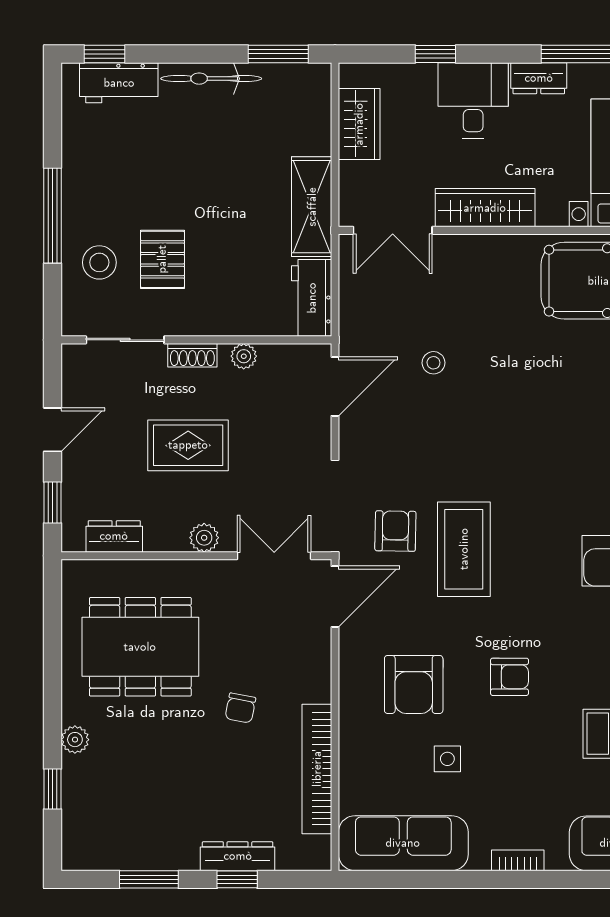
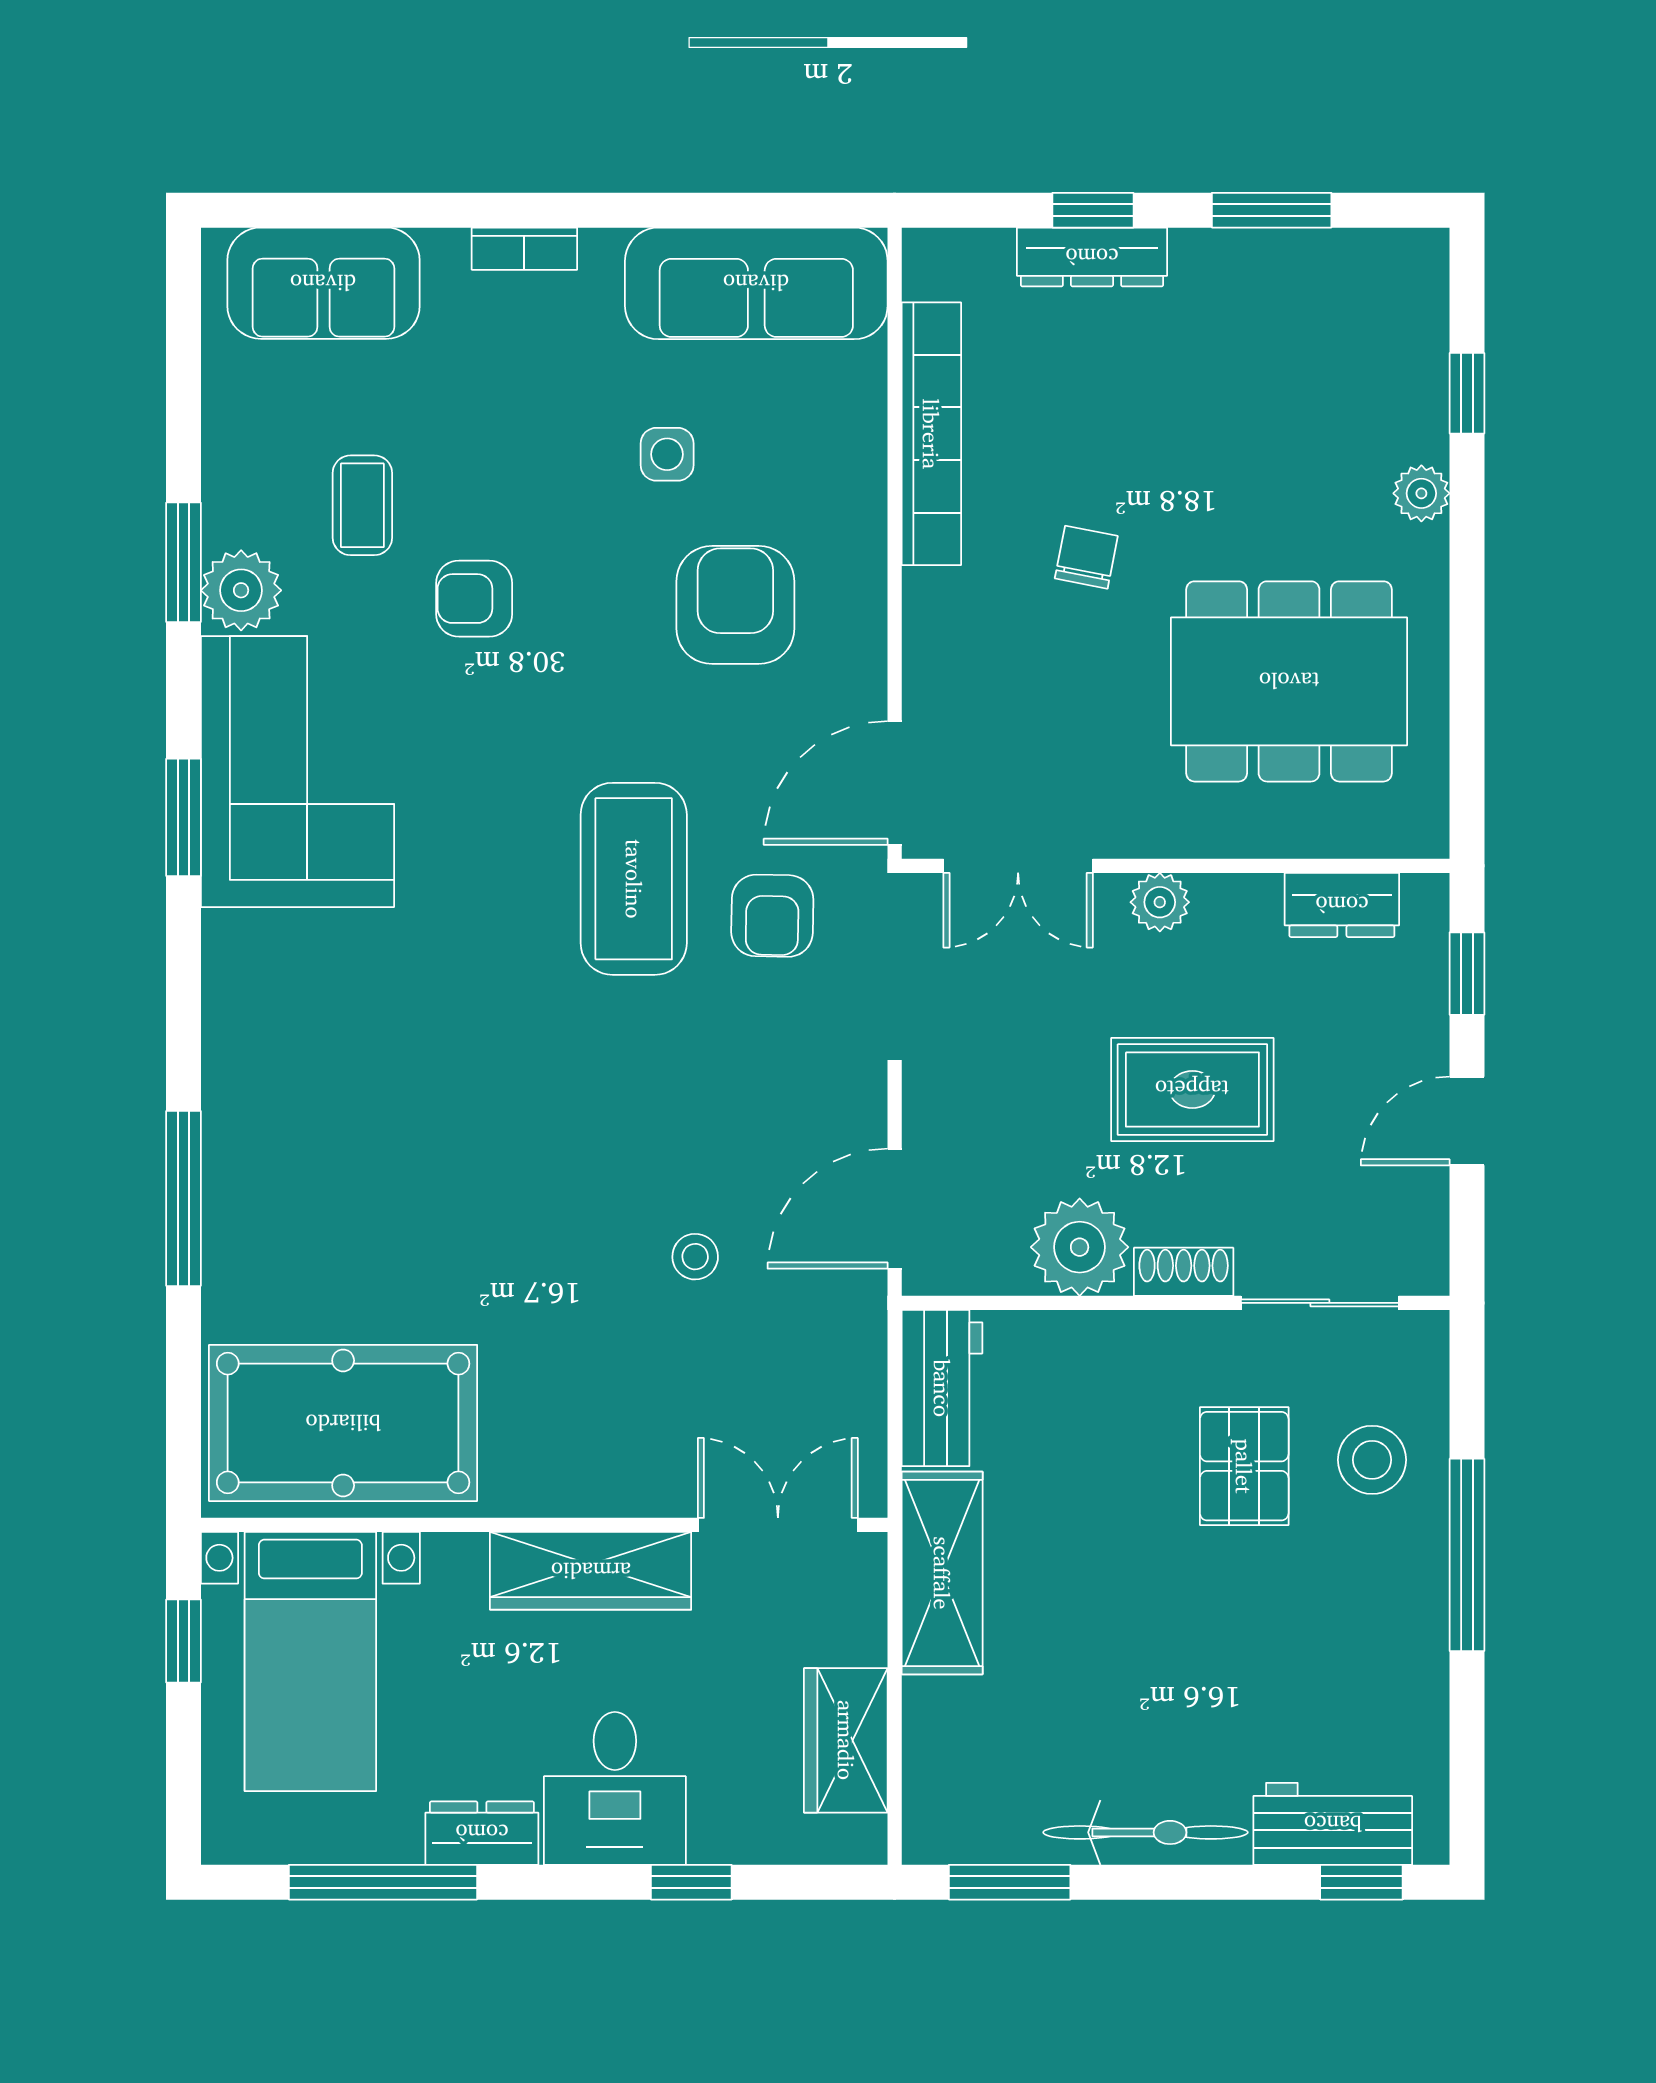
plant: (244, 356) -> (1080, 1247), width x1.87, depth x1.87
armchair: (510, 677) -> (474, 599), moved

